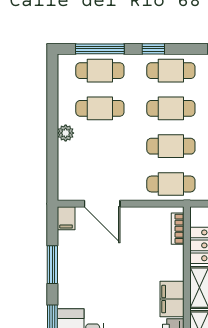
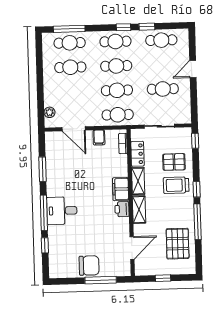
window: (153, 49) -> (124, 27), moved
plant: (66, 133) -> (50, 112), moved
filing cabinet: (66, 218) -> (99, 138), moved

